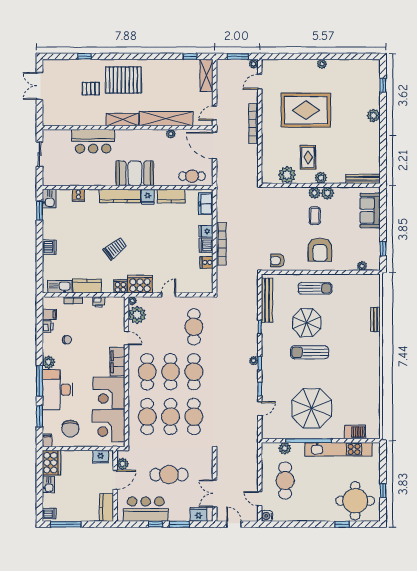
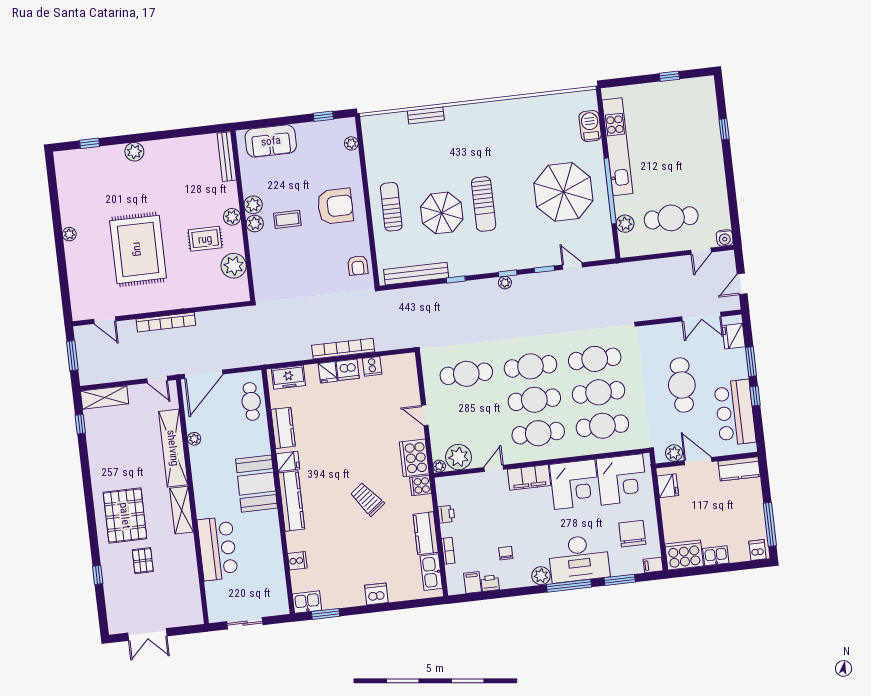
plant: (254, 64) -> (80, 332), removed
chair: (70, 429) -> (632, 534), turned -90
round table: (355, 501) -> (688, 114), removed

